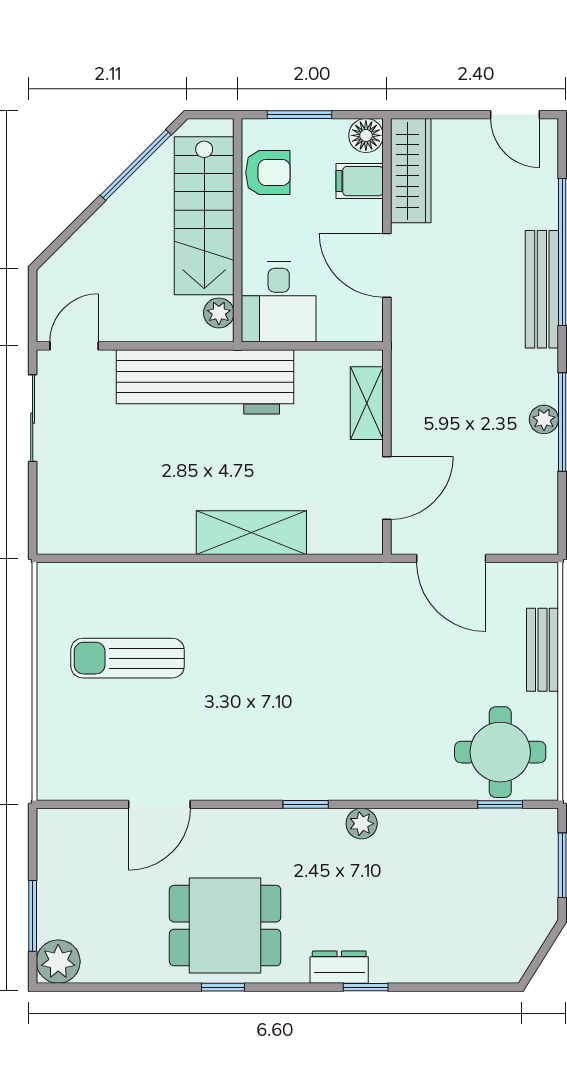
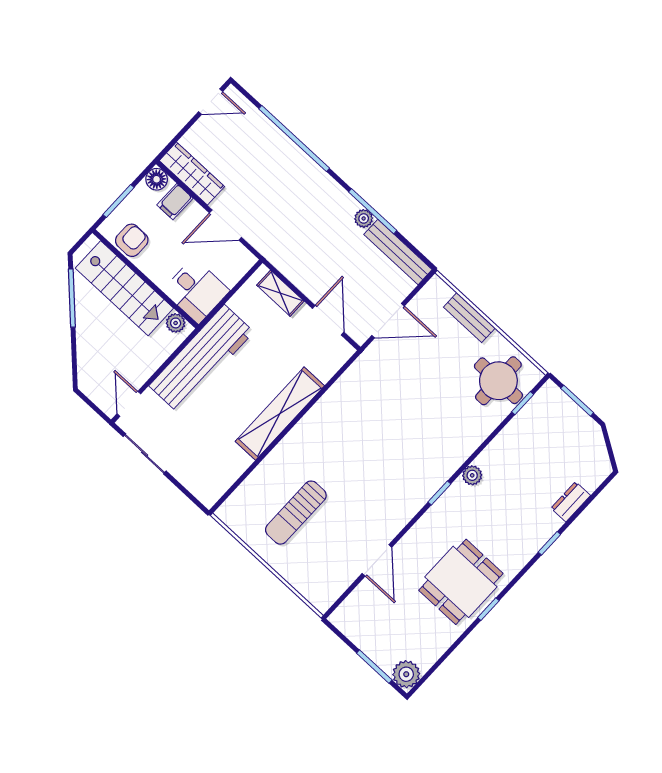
bench: (542, 289) -> (398, 252), moved
shelving: (251, 533) -> (280, 414), width x1.47
dresser: (339, 967) -> (571, 502), moved

